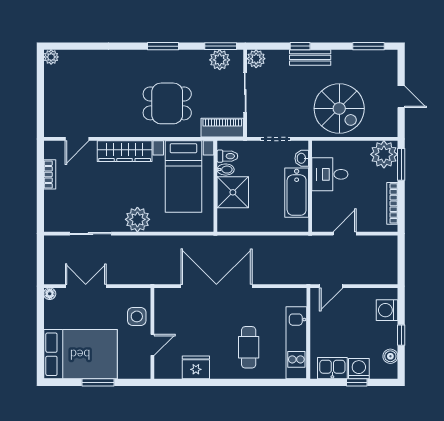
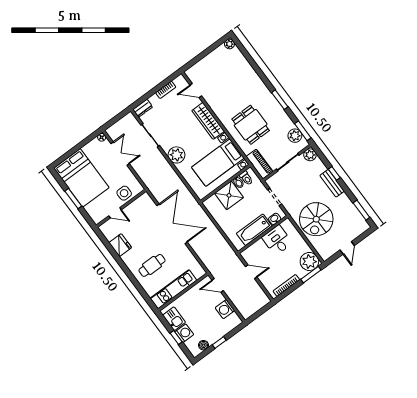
dresser: (51, 218) -> (143, 108), added
washing machine: (387, 310) -> (225, 309), moved, turned -90

